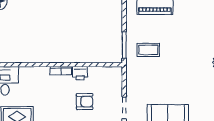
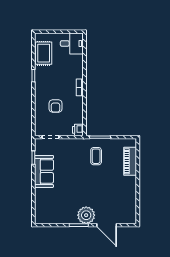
printer: (80, 73) -> (78, 130), moved

